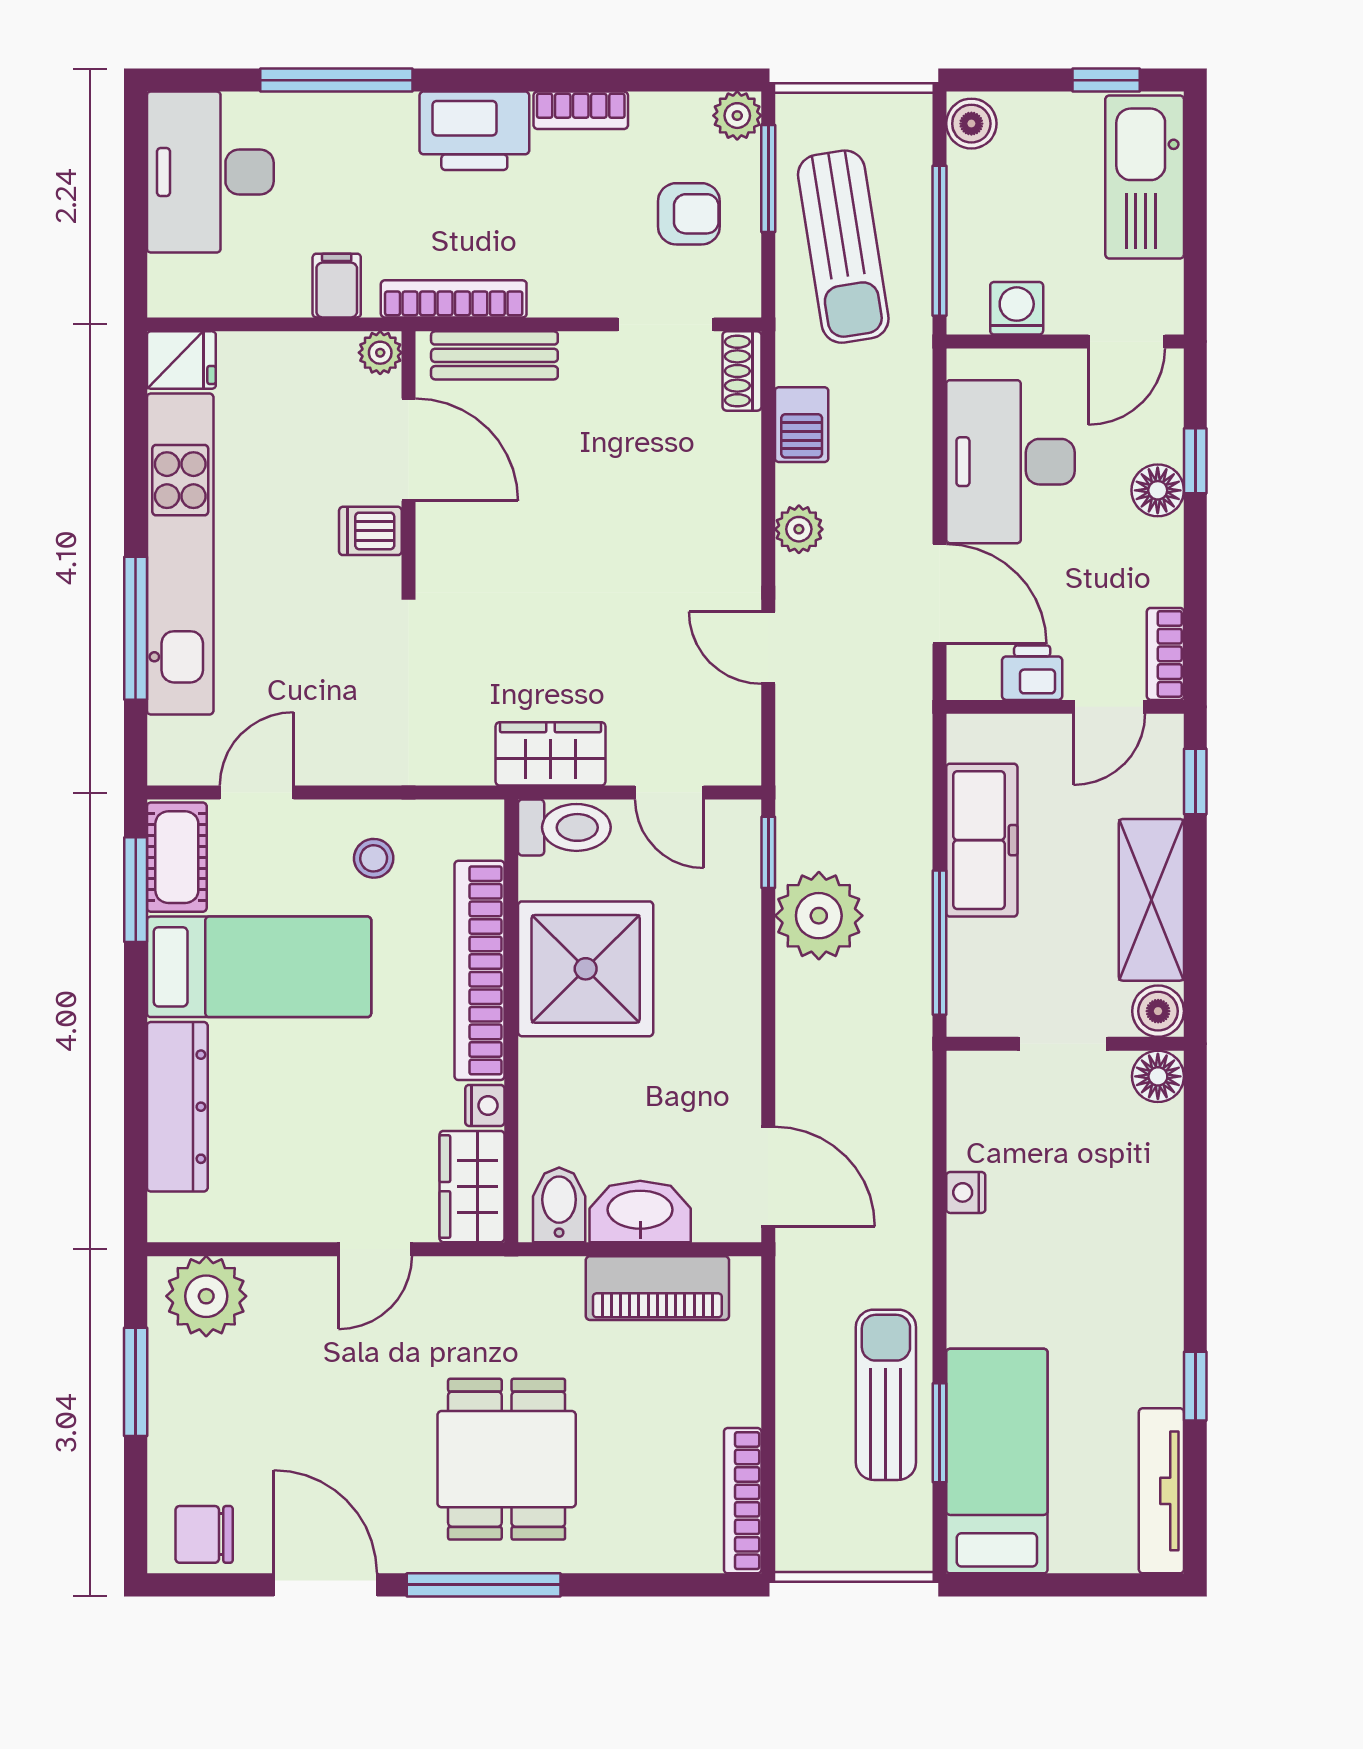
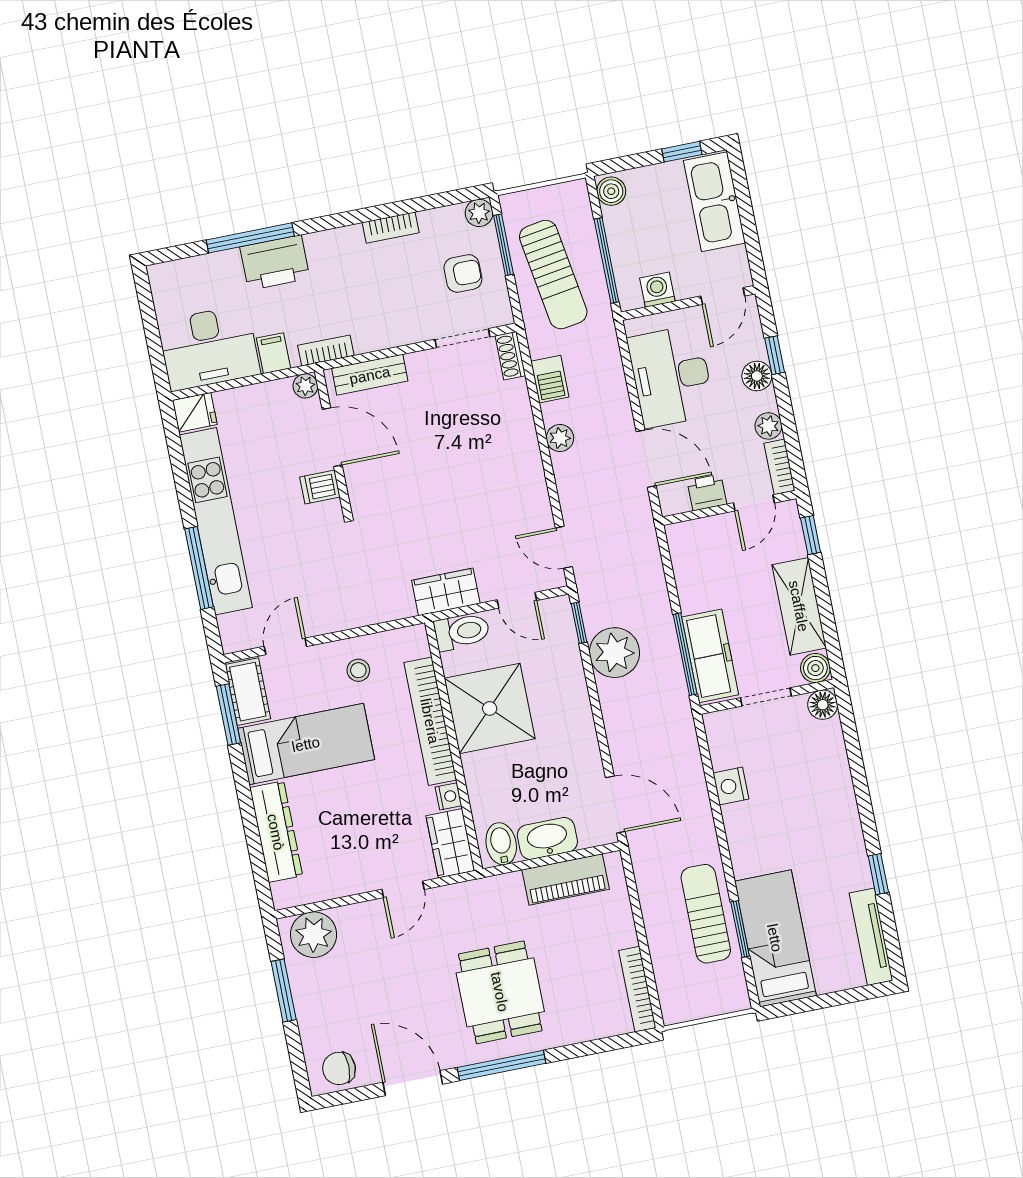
printer: (474, 131) -> (275, 263), moved
desk: (210, 172) -> (209, 348), moved, turned -90
bookcase: (454, 299) -> (326, 350), width x0.64
plant: (1160, 580) -> (768, 426), added
door: (768, 648) -> (564, 547), moved
freezer: (982, 840) -> (710, 656), moved
nightstand: (966, 1192) -> (731, 786), width x1.39, depth x1.35

